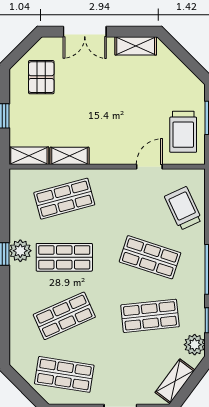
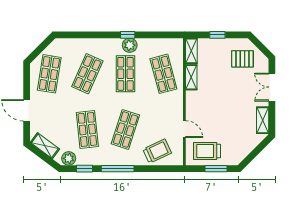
shop shelf: (64, 316) -> (87, 74), turned 48

